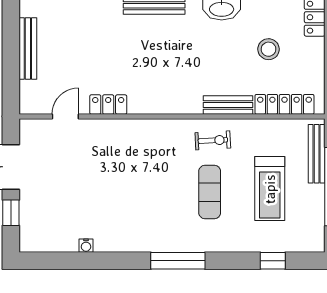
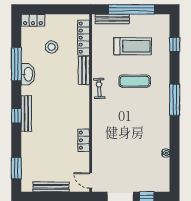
door: (65, 116) -> (91, 181), moved
exercise bike: (213, 140) -> (99, 88), moved

